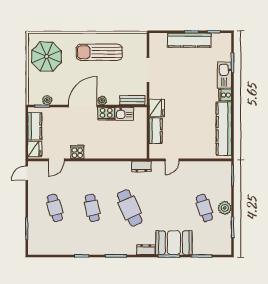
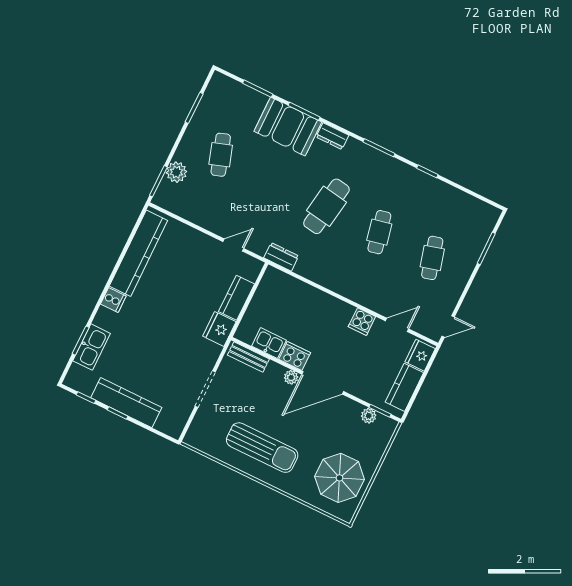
kitchen sink: (225, 75) -> (92, 347), moved
cafe table: (130, 208) -> (326, 206), turned 33
plant: (225, 208) -> (176, 172), moved

